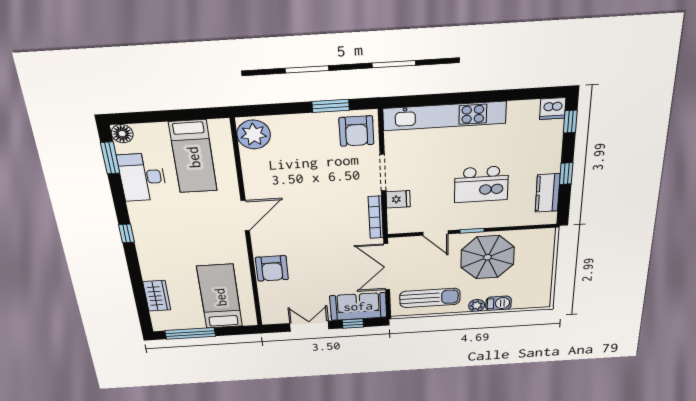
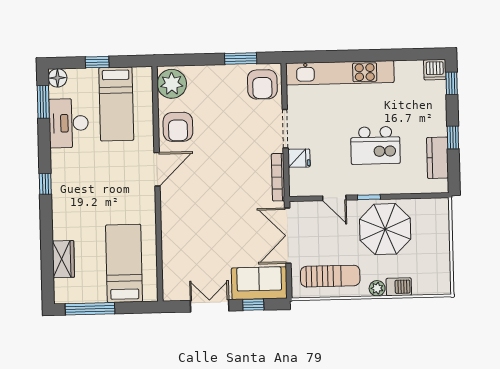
window: (165, 116) -> (97, 62), added
armchair: (272, 268) -> (178, 127), moved

